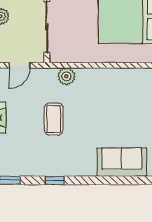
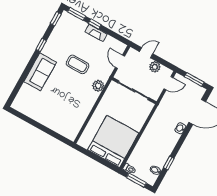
sofa: (122, 162) -> (40, 72), moved

